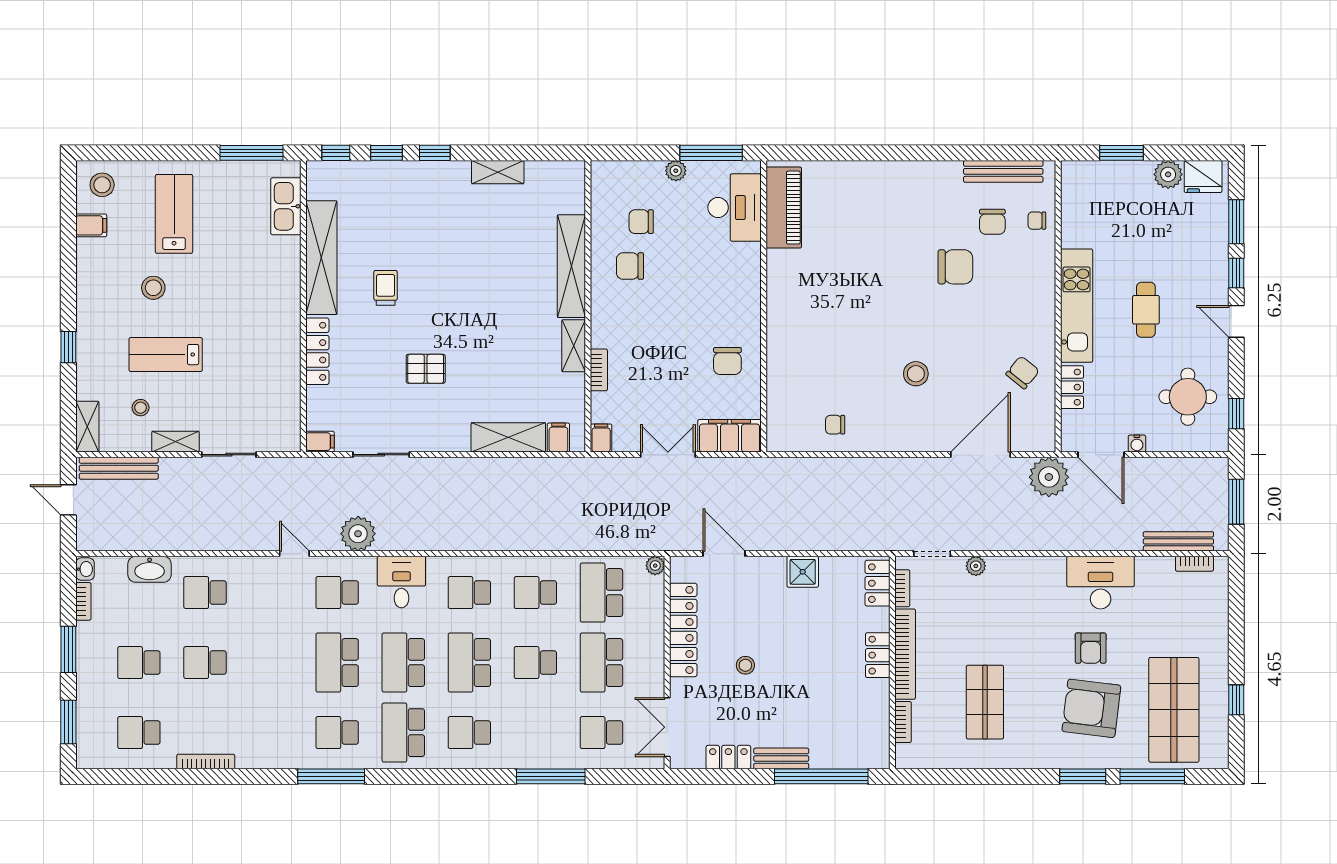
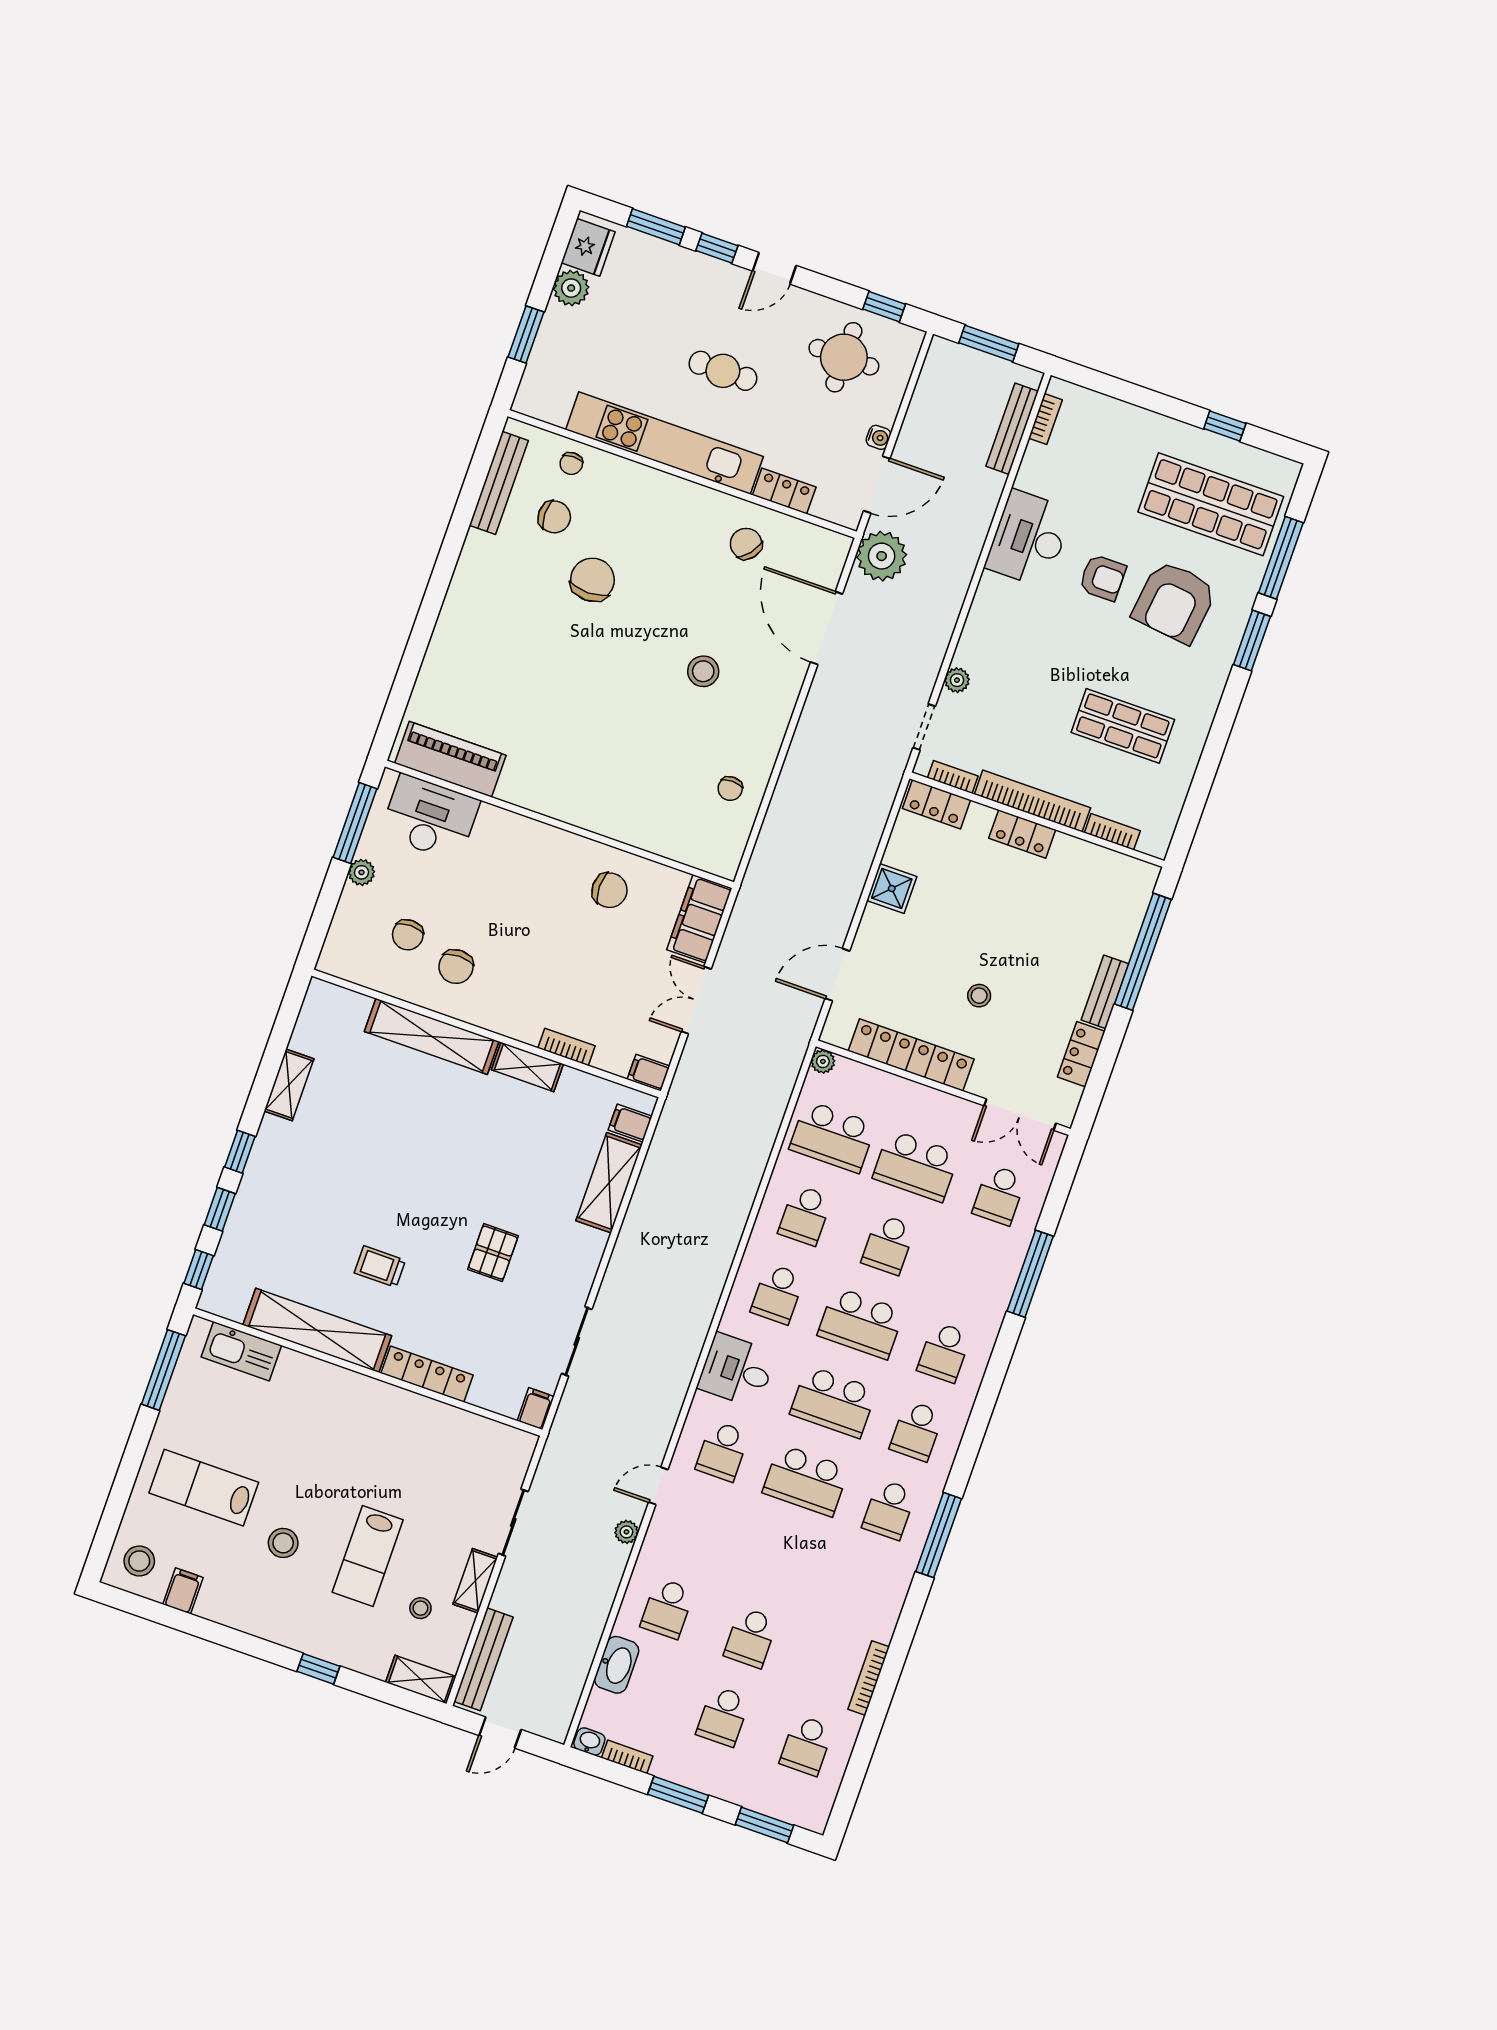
kitchen unit: (1077, 306) -> (664, 443), width x1.36
plant: (358, 534) -> (626, 1532), moved, width x0.53, depth x0.53
school desk: (403, 733) -> (917, 1431), width x0.54

